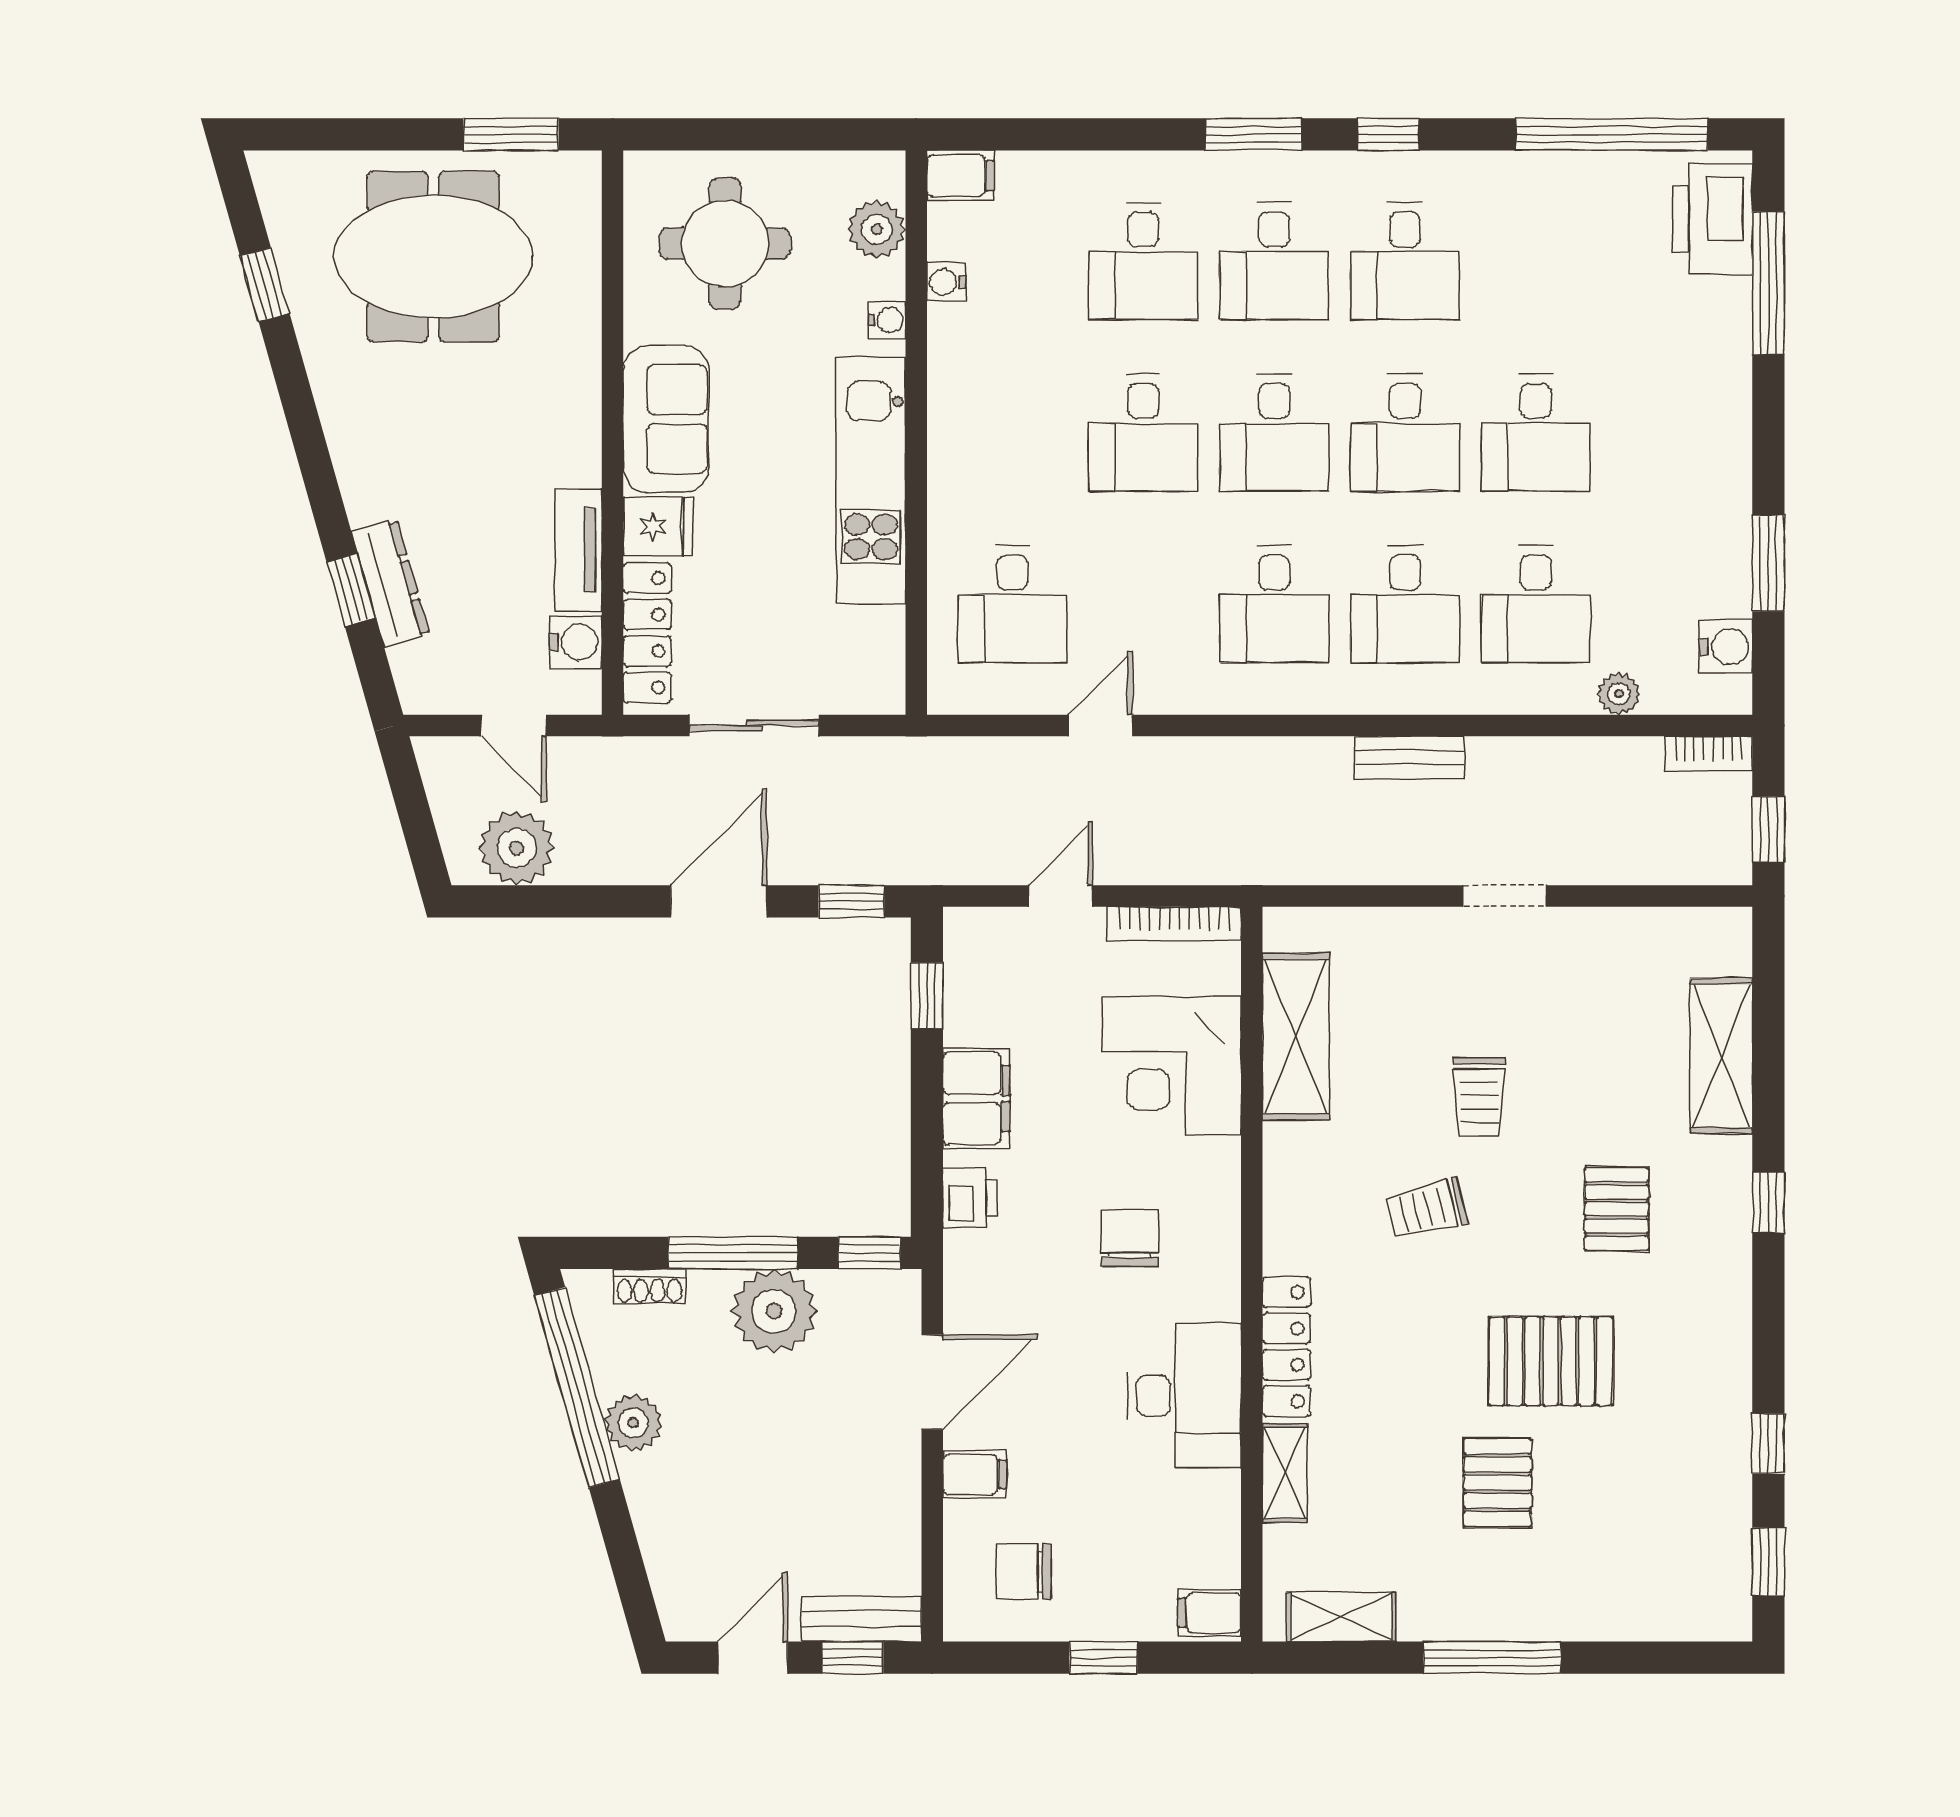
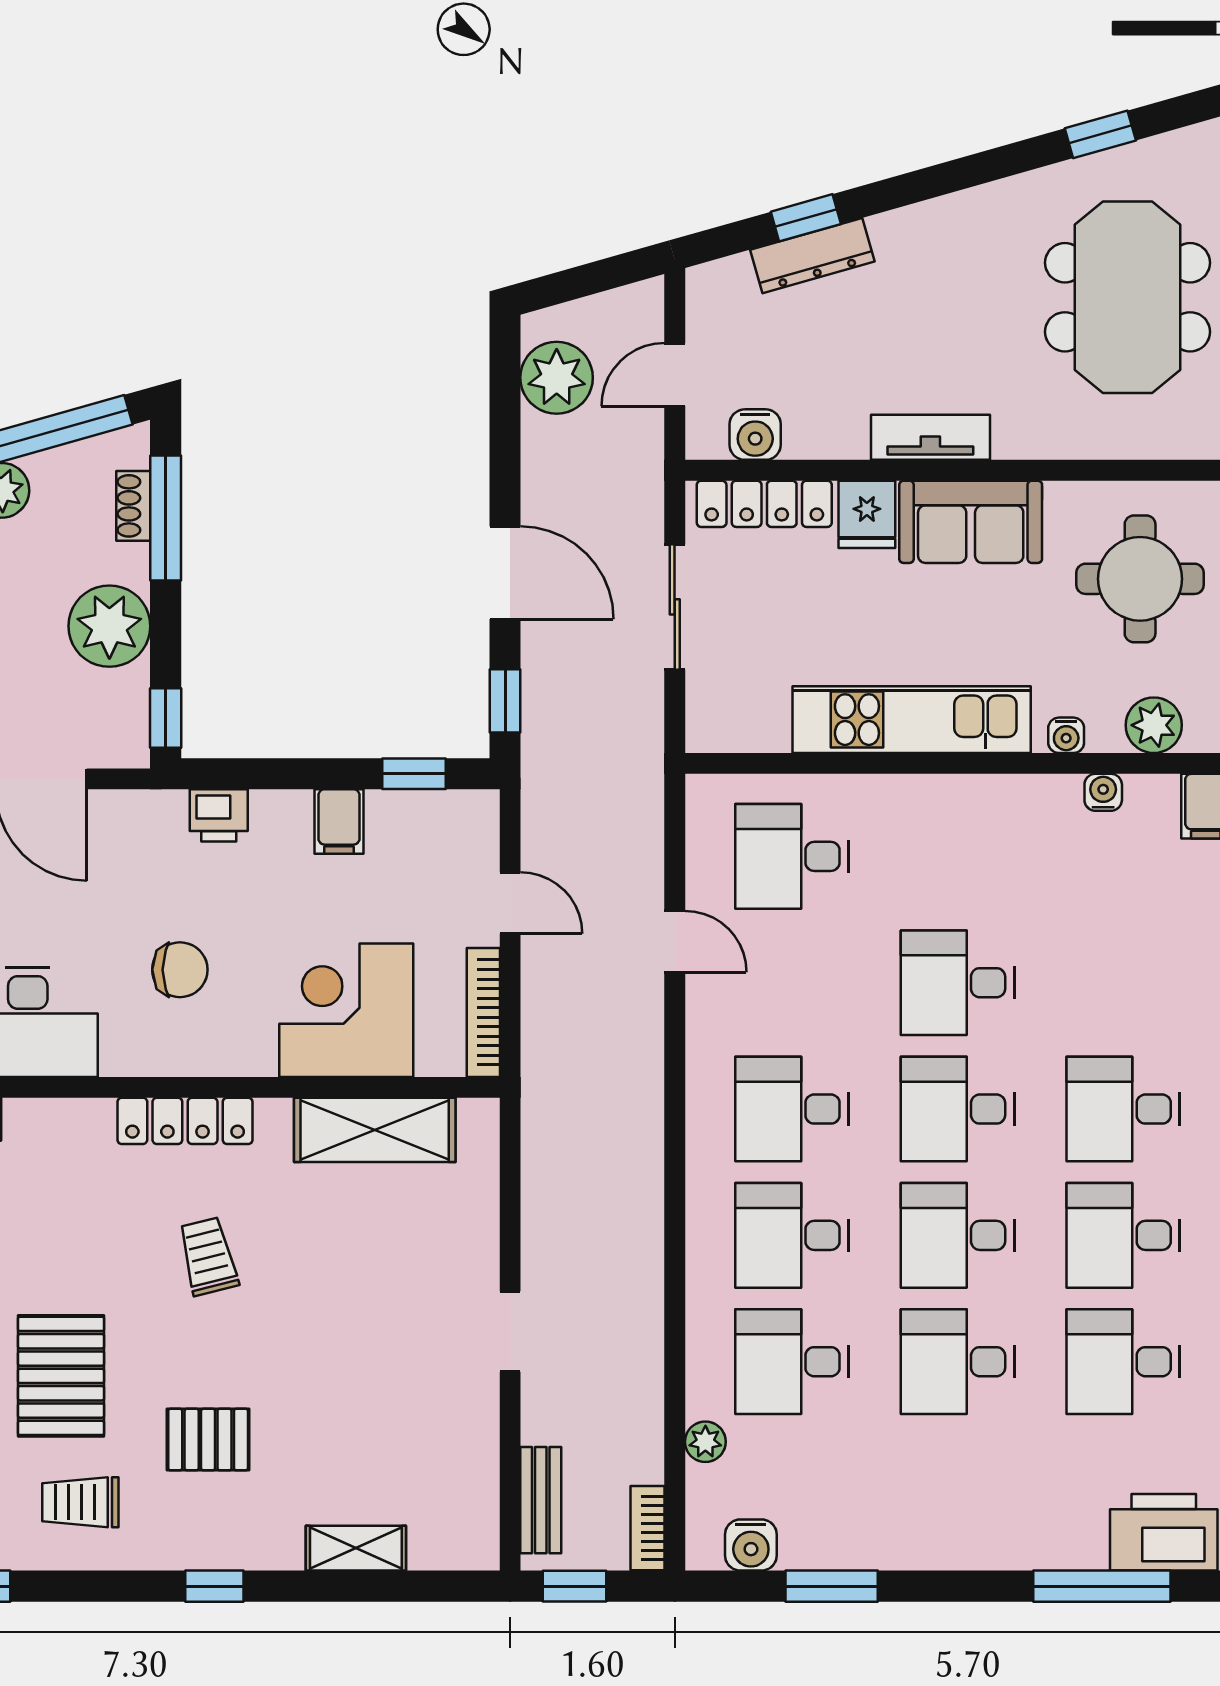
desk: (1143, 261) -> (1123, 1362), moved
tv unit: (578, 550) -> (930, 437), moved
bench: (1410, 757) -> (541, 1500), moved
shelving: (1721, 1056) -> (356, 1548), width x0.67, depth x0.75
trolley: (1479, 1097) -> (80, 1502), moved
filing cabinet: (976, 1098) -> (339, 821), width x0.50
window: (733, 1253) -> (166, 518), moved
locker: (1286, 1347) -> (185, 1121), moved

